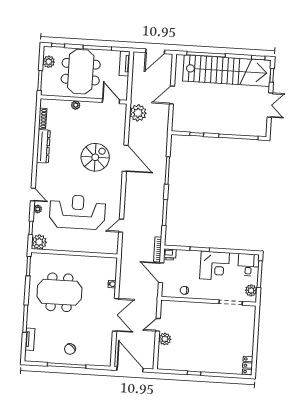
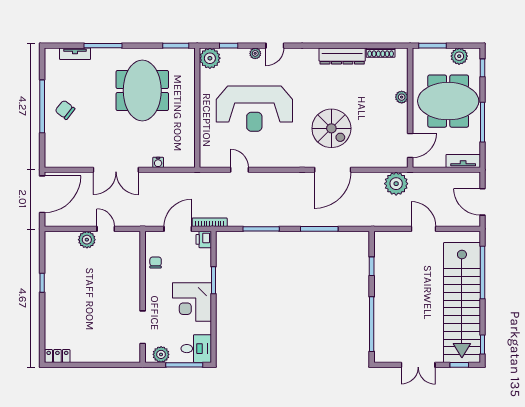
reception desk: (77, 212) -> (254, 109), turned 90

